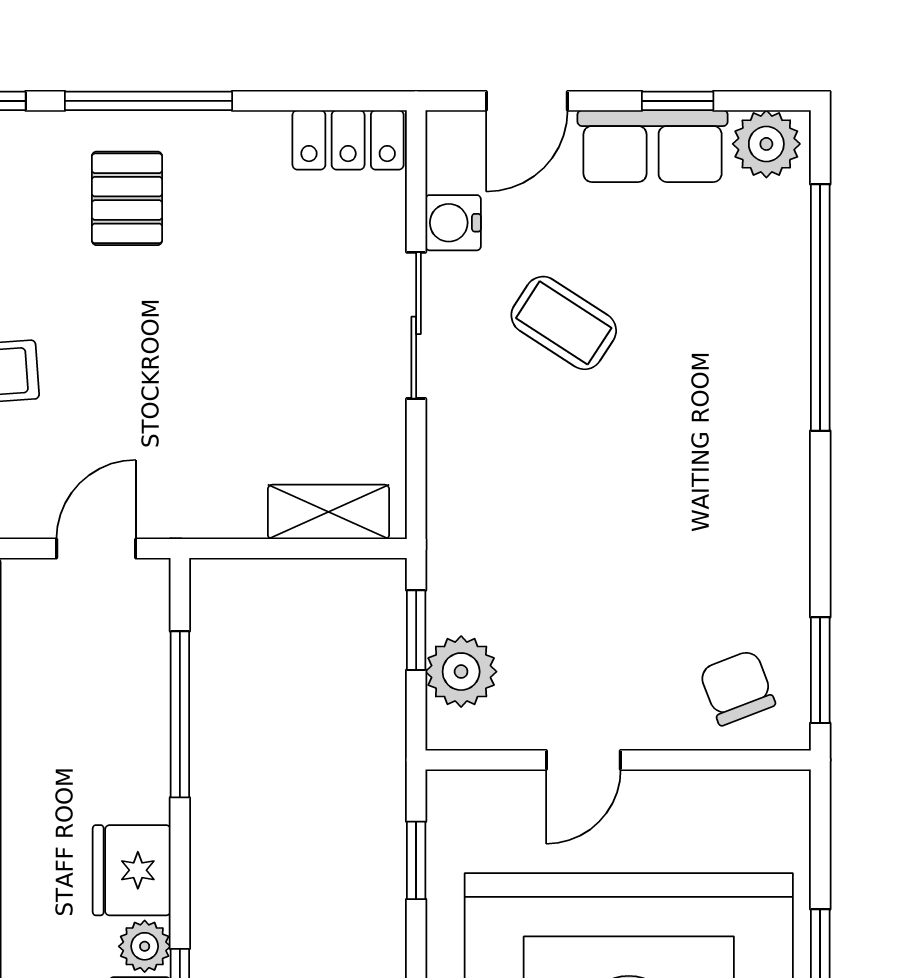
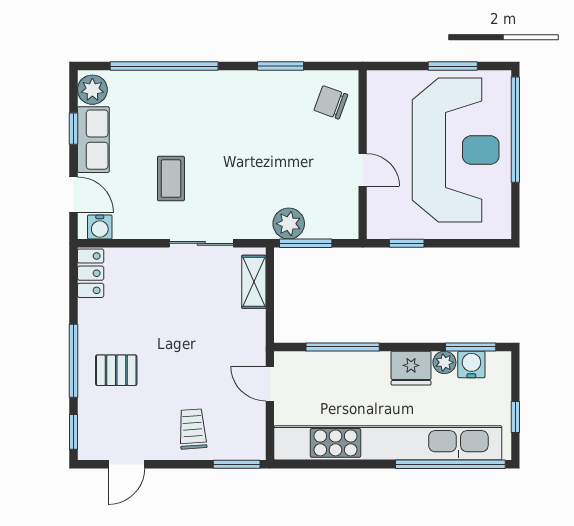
water cooler: (453, 223) -> (100, 227), moved
coffee table: (564, 323) -> (171, 179), turned -33
sliding door: (416, 325) -> (201, 243), moved
window: (416, 630) -> (306, 243), width x1.50
window: (820, 670) -> (281, 66), moved
plant: (461, 672) -> (289, 224), moved
chair: (737, 688) -> (331, 102), turned 41

